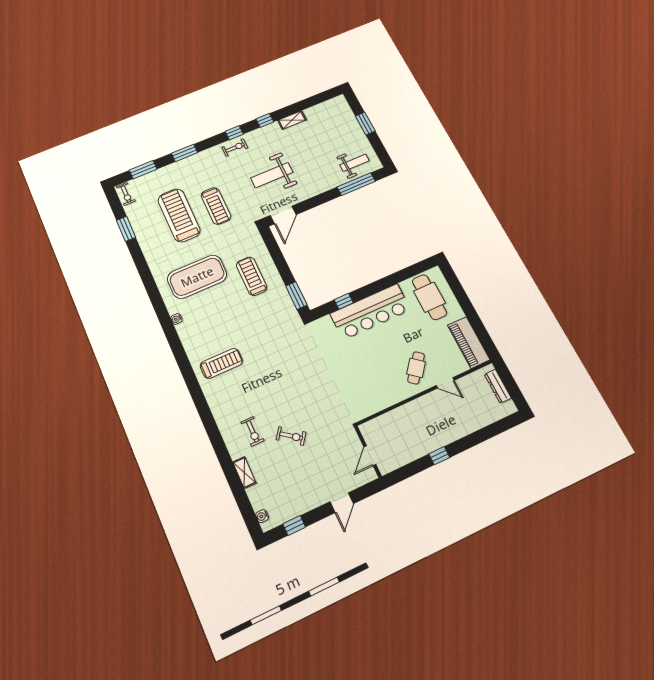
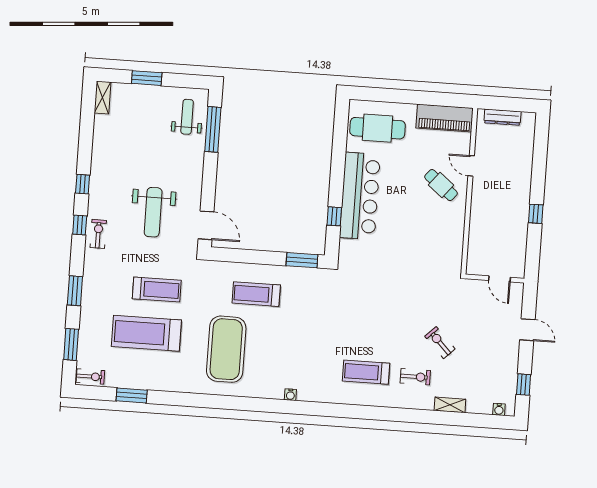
shelving: (292, 120) -> (103, 98), moved
water cooler: (176, 319) -> (290, 395), moved
treadmill: (221, 363) -> (366, 372), moved, turned -90
door: (445, 383) -> (471, 166), swing flipped
exercise bike: (291, 436) -> (440, 343), turned -81

